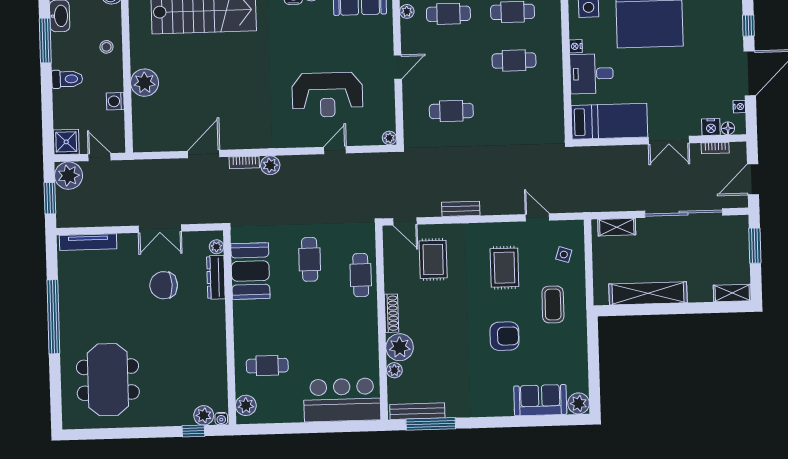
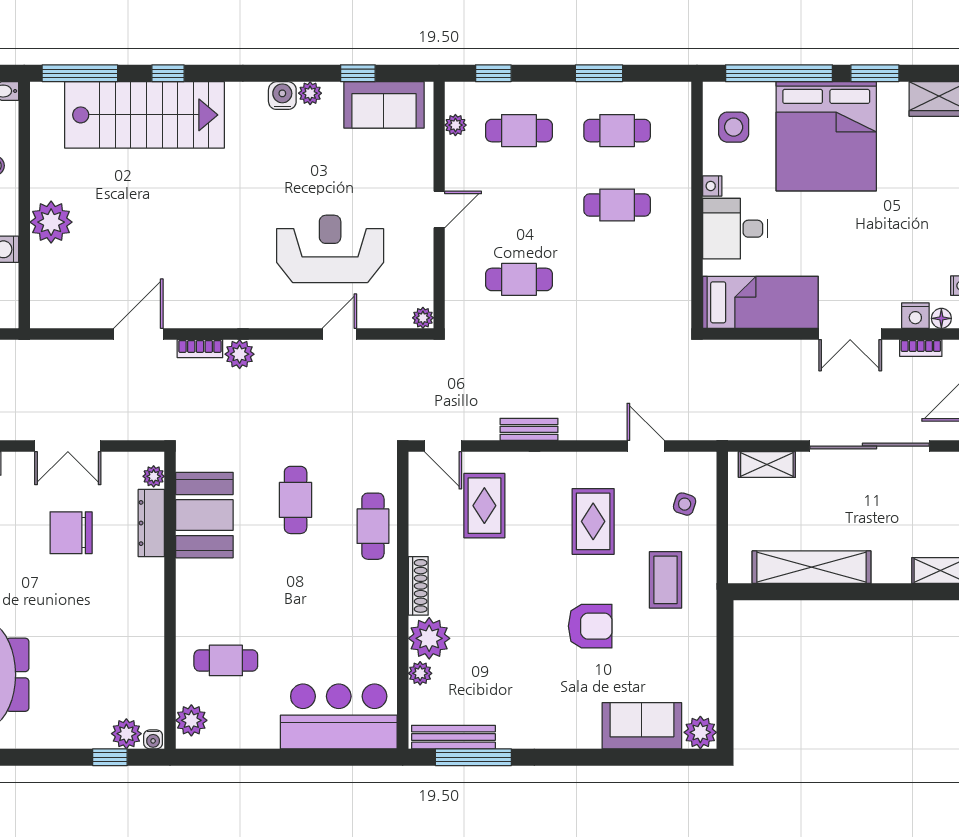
reception desk: (327, 95) -> (330, 249), turned 180

